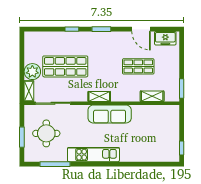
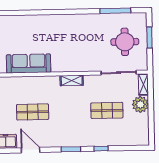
shop shelf: (65, 66) -> (107, 110), width x0.70, depth x0.74
shelving: (152, 96) -> (18, 82), removed
sofa: (110, 114) -> (29, 64), moved
kitchen unit: (93, 155) -> (76, 21), removed

